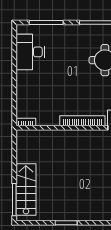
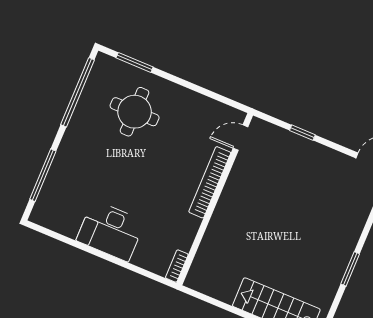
desk: (30, 52) -> (111, 231), moved

